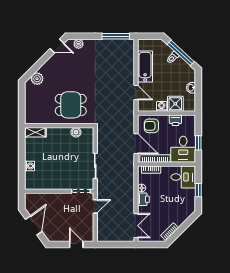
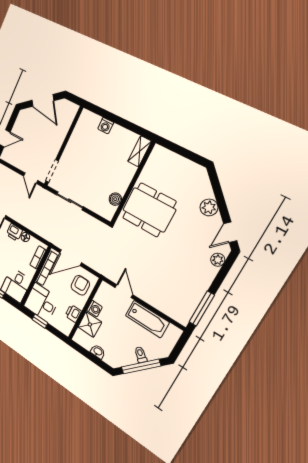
plant: (37, 79) -> (209, 207), moved
door: (136, 92) -> (124, 291), swing flipped
dining table: (71, 105) -> (149, 210), width x1.38

